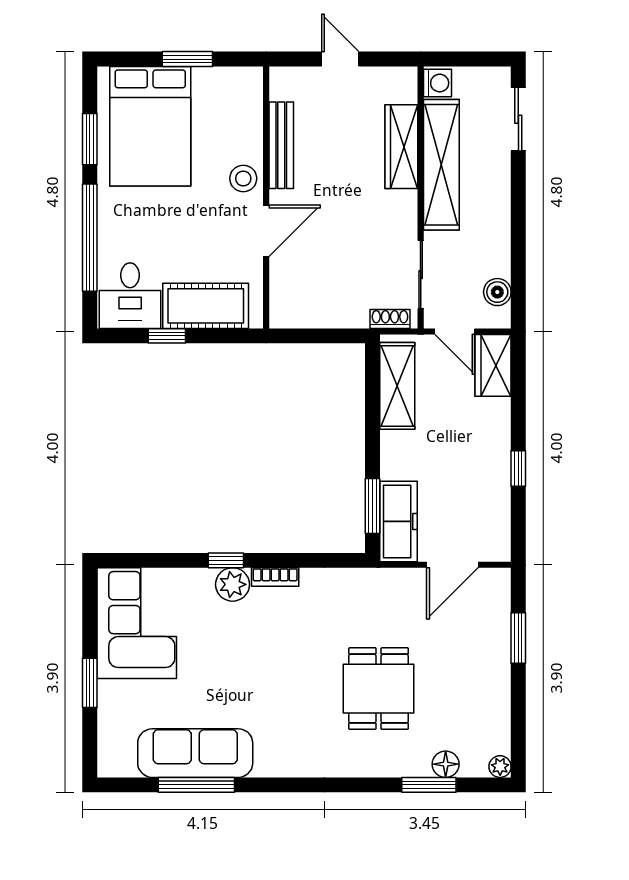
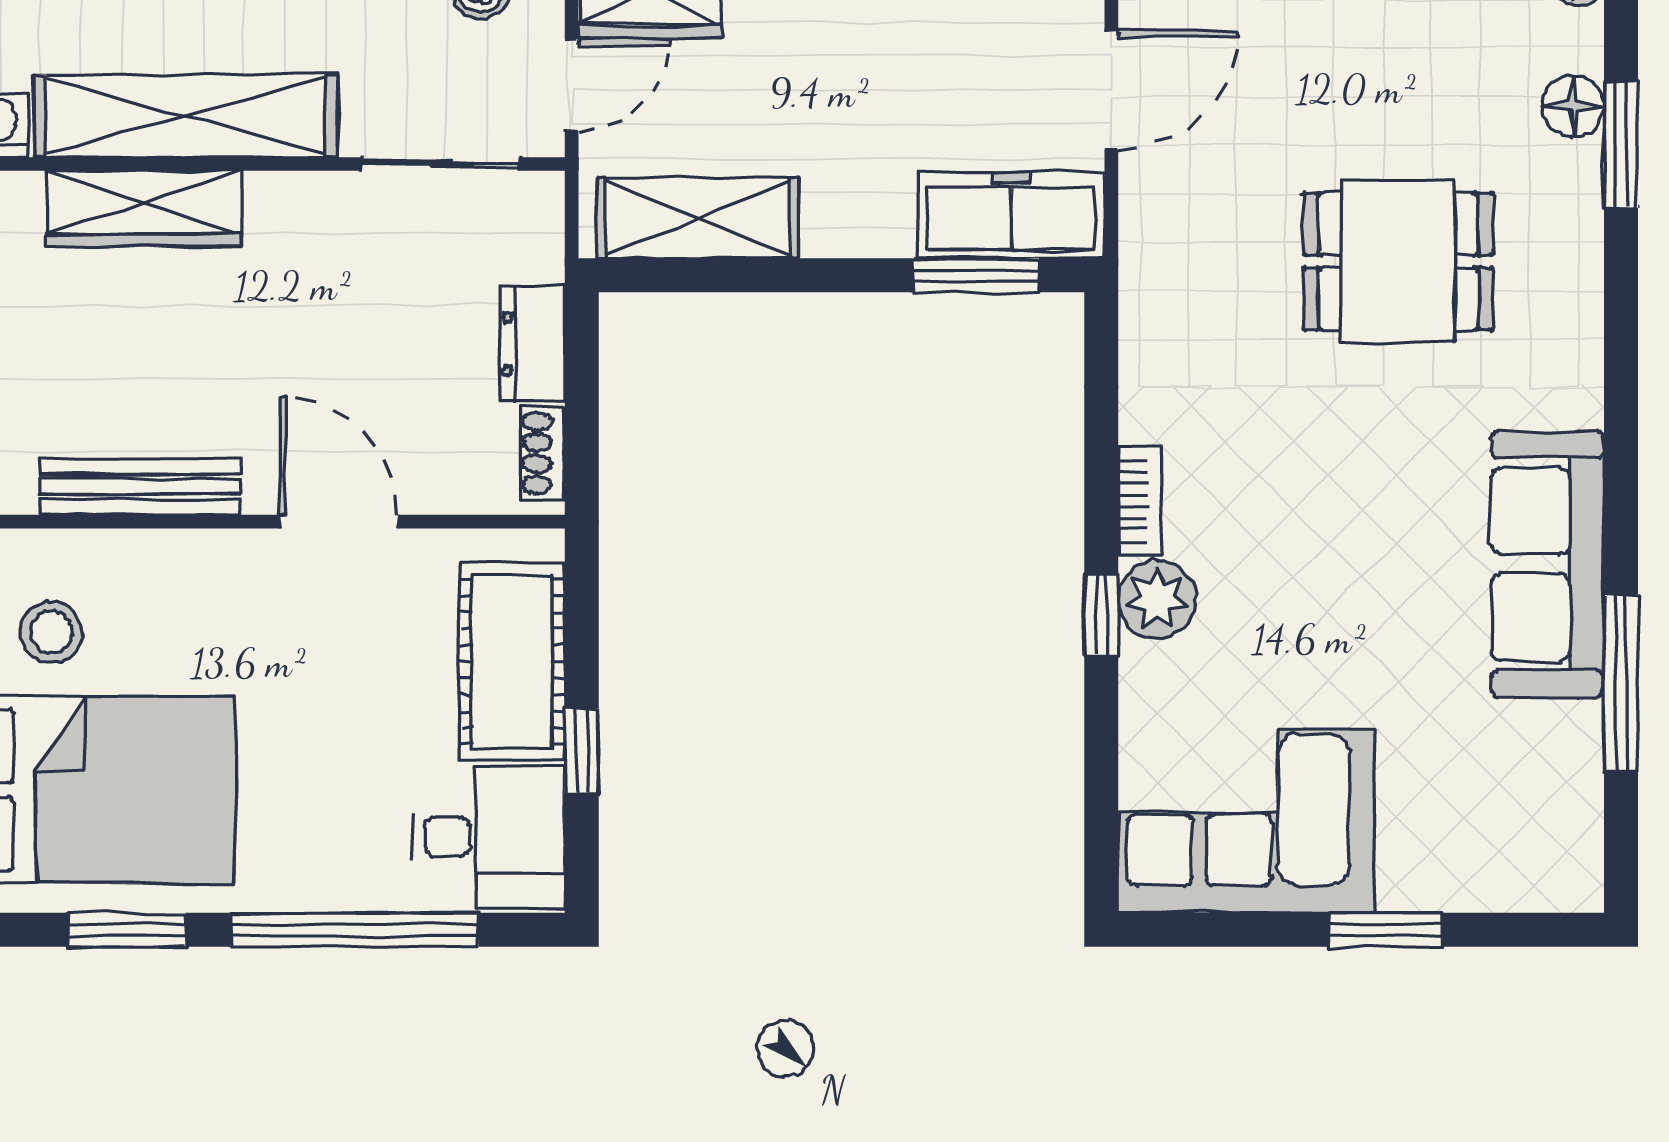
stool: (243, 178) -> (51, 632), moved
dresser: (343, 315) -> (532, 344), added
shoe rack: (390, 319) -> (543, 453), moved
door: (452, 565) -> (1111, 90), hinge flipped
sofa: (195, 753) -> (1548, 564), moved

